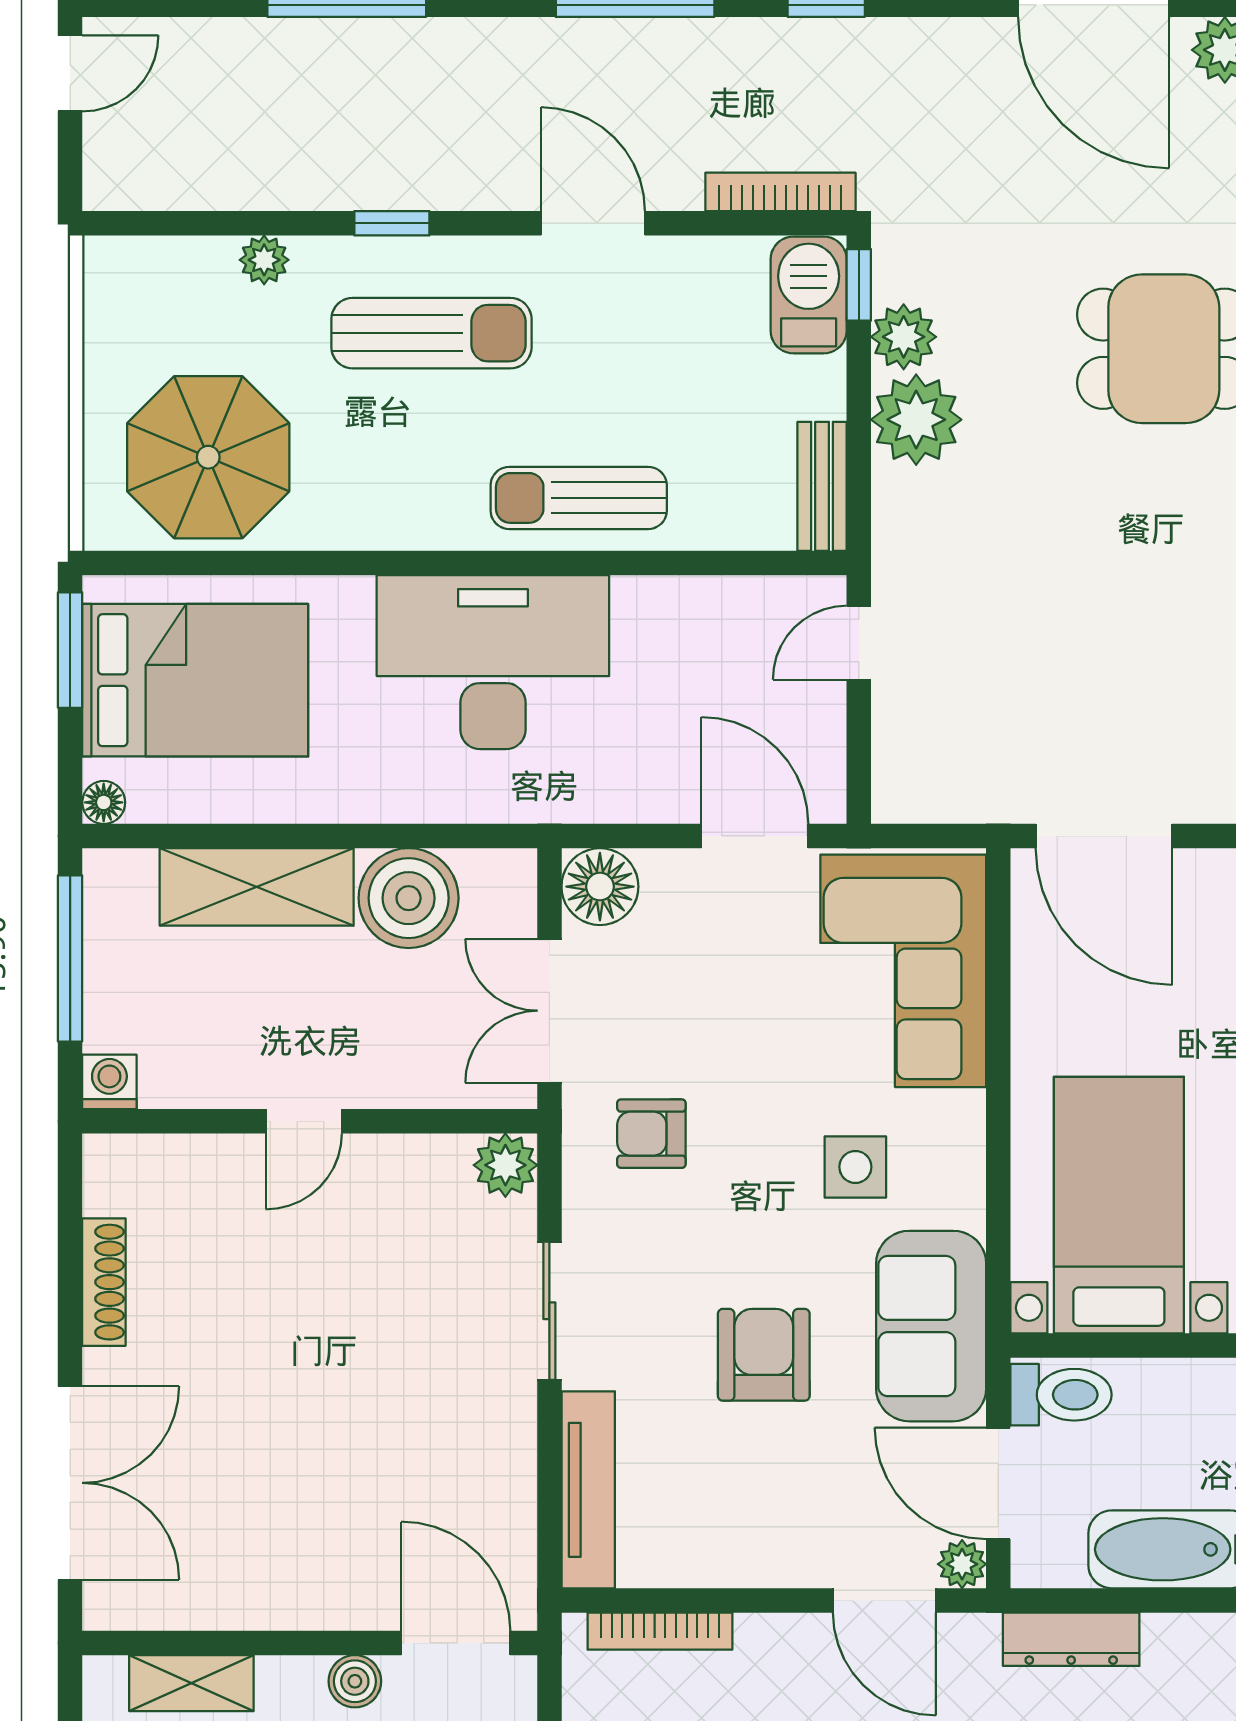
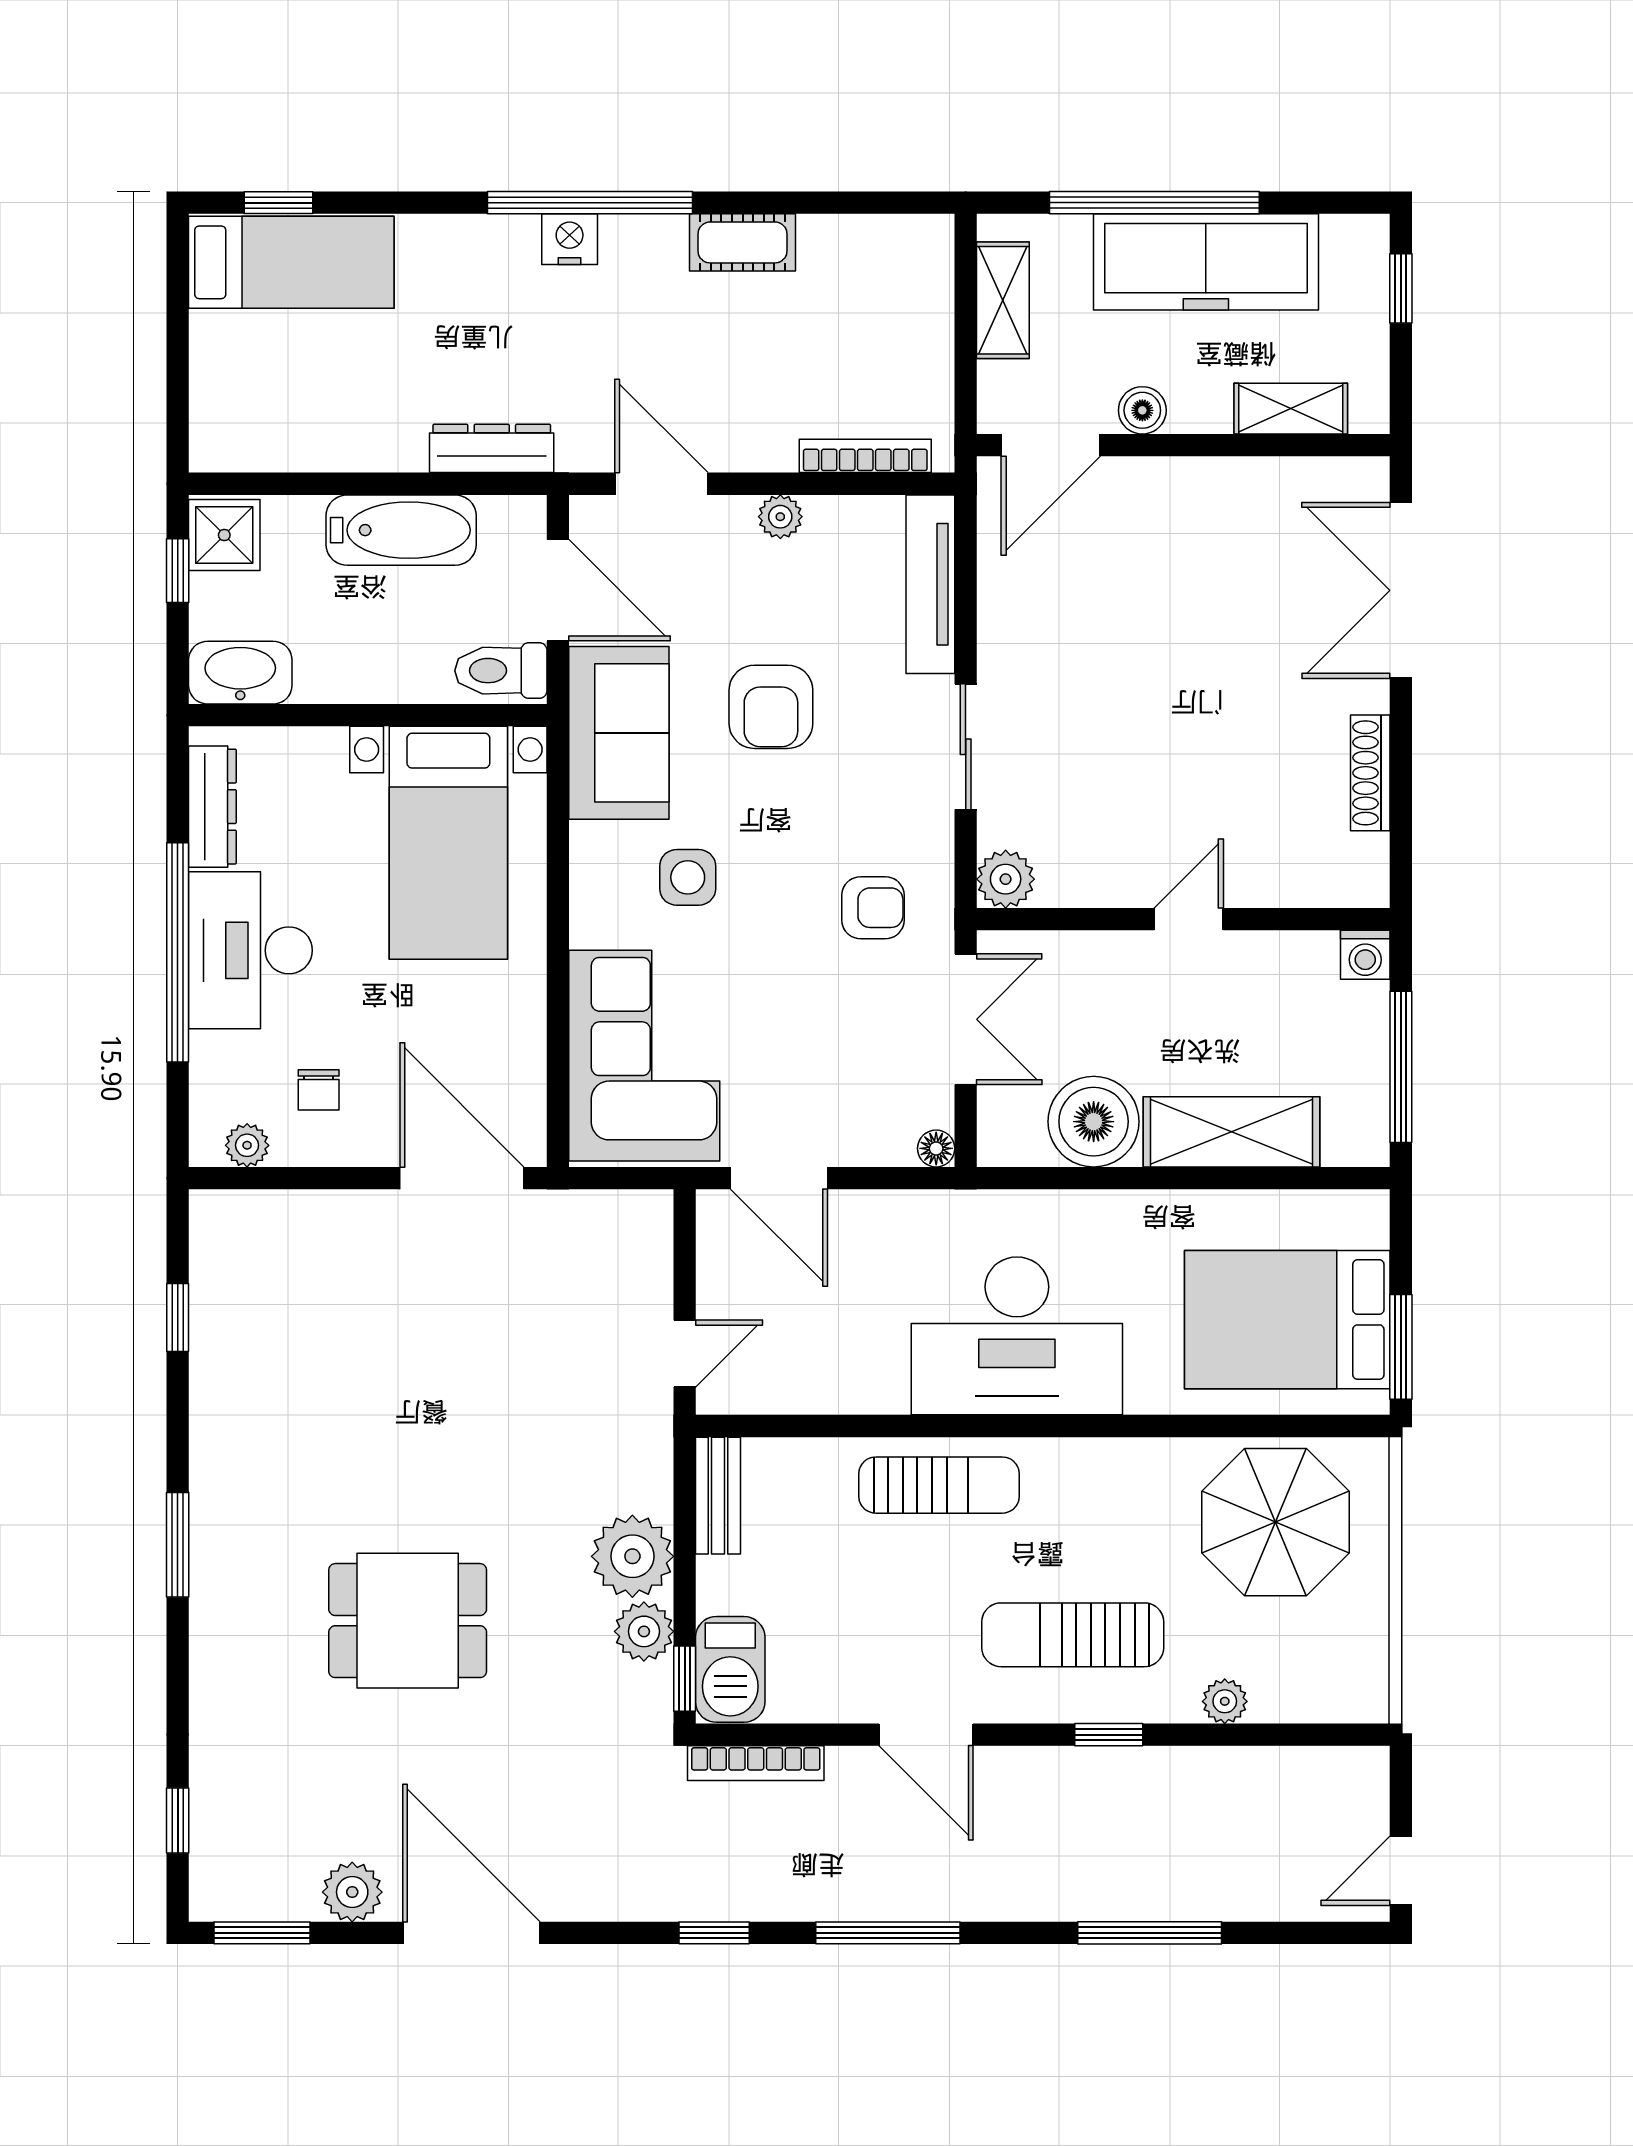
floor lamp: (104, 802) -> (1370, 1209), removed
floor lamp: (600, 887) -> (936, 1148), width x0.53, depth x0.53
plant: (962, 1564) -> (780, 517), moved
door: (456, 1643) -> (1051, 445), hinge flipped

